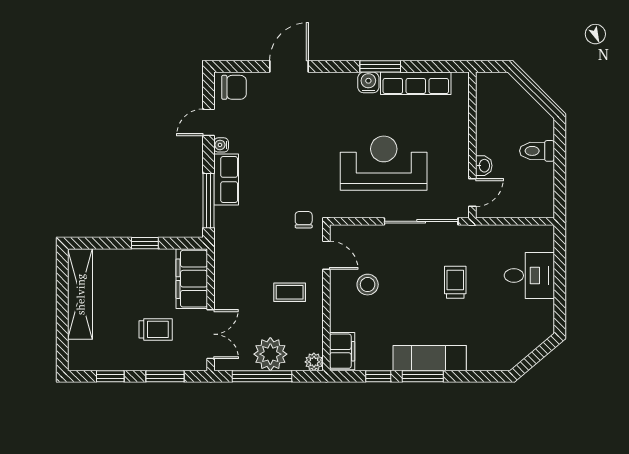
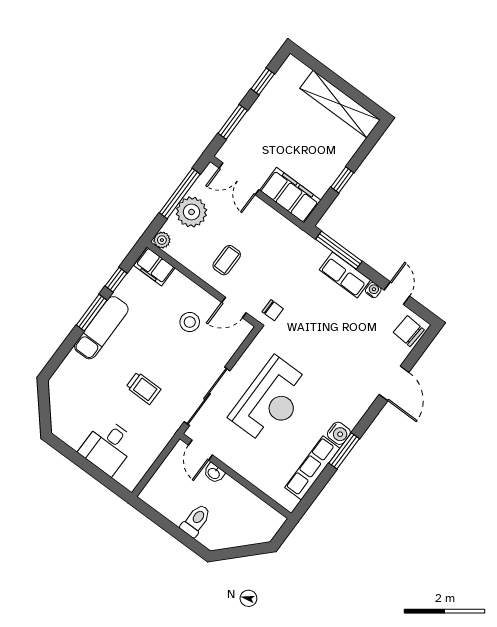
chair: (234, 87) -> (409, 331), turned 94
trolley: (156, 329) -> (273, 141), removed

